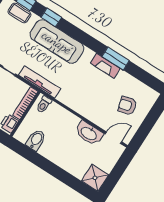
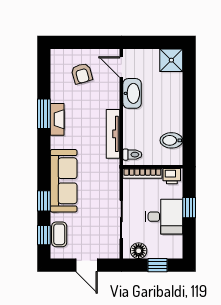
tv unit: (40, 82) -> (113, 134), moved

